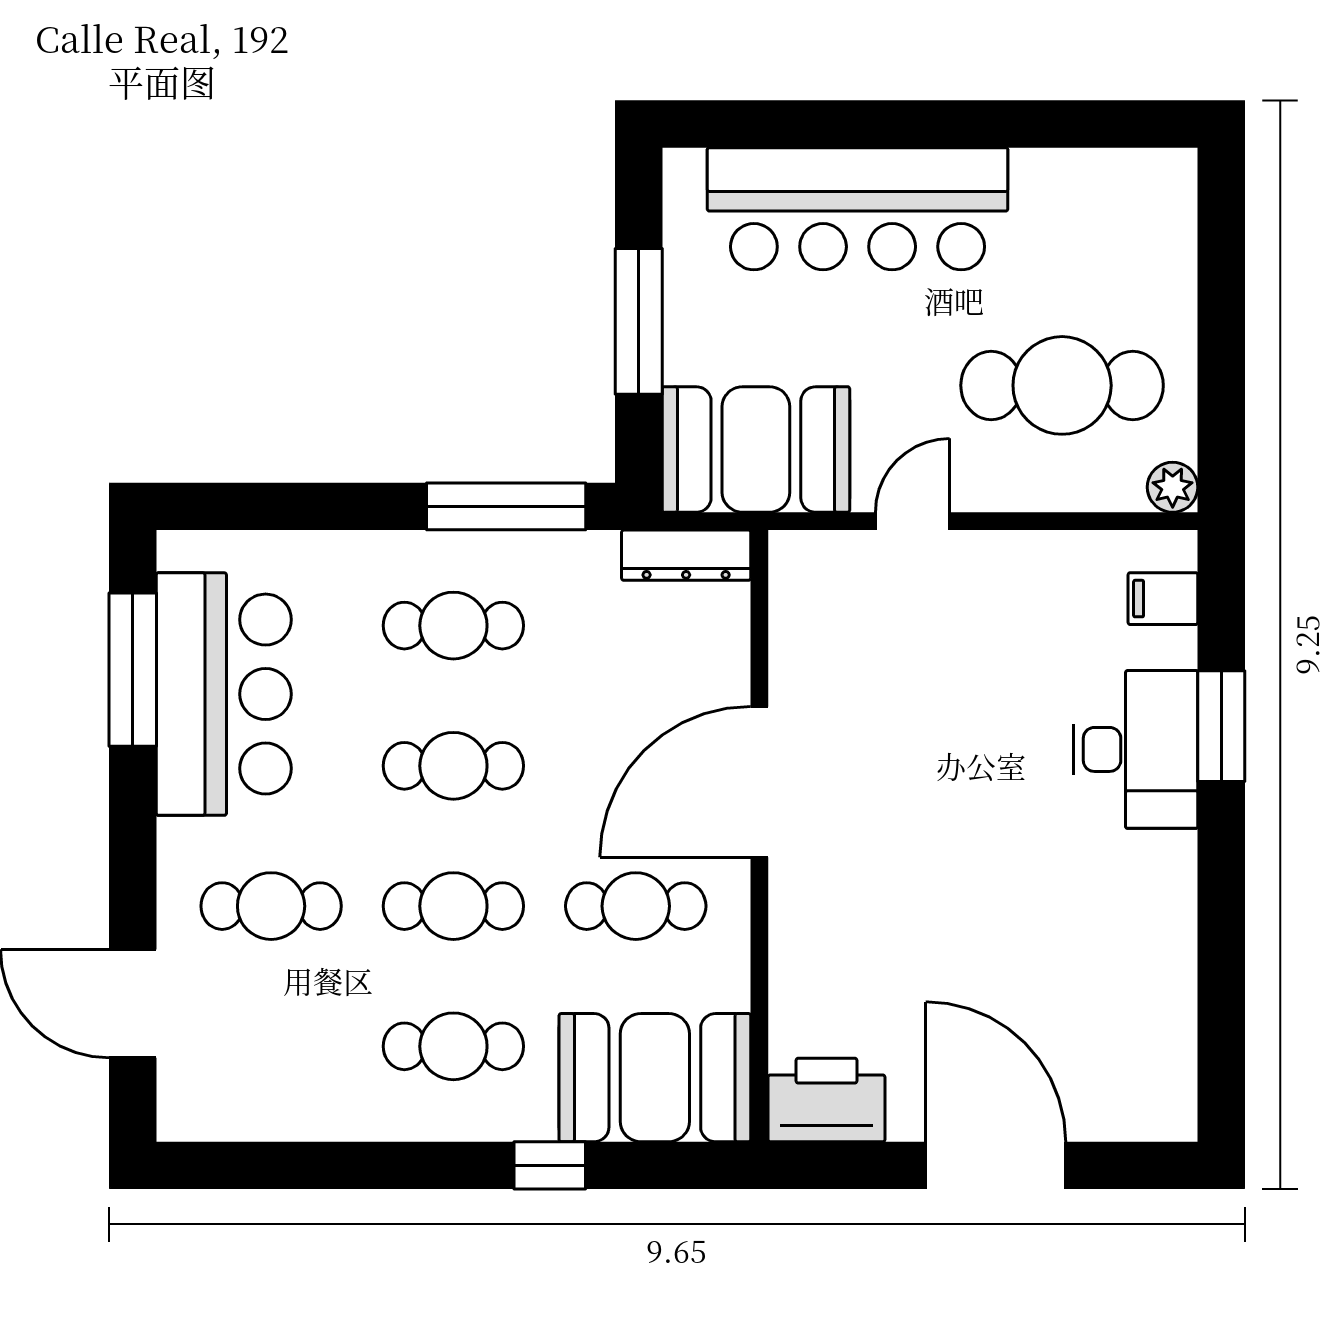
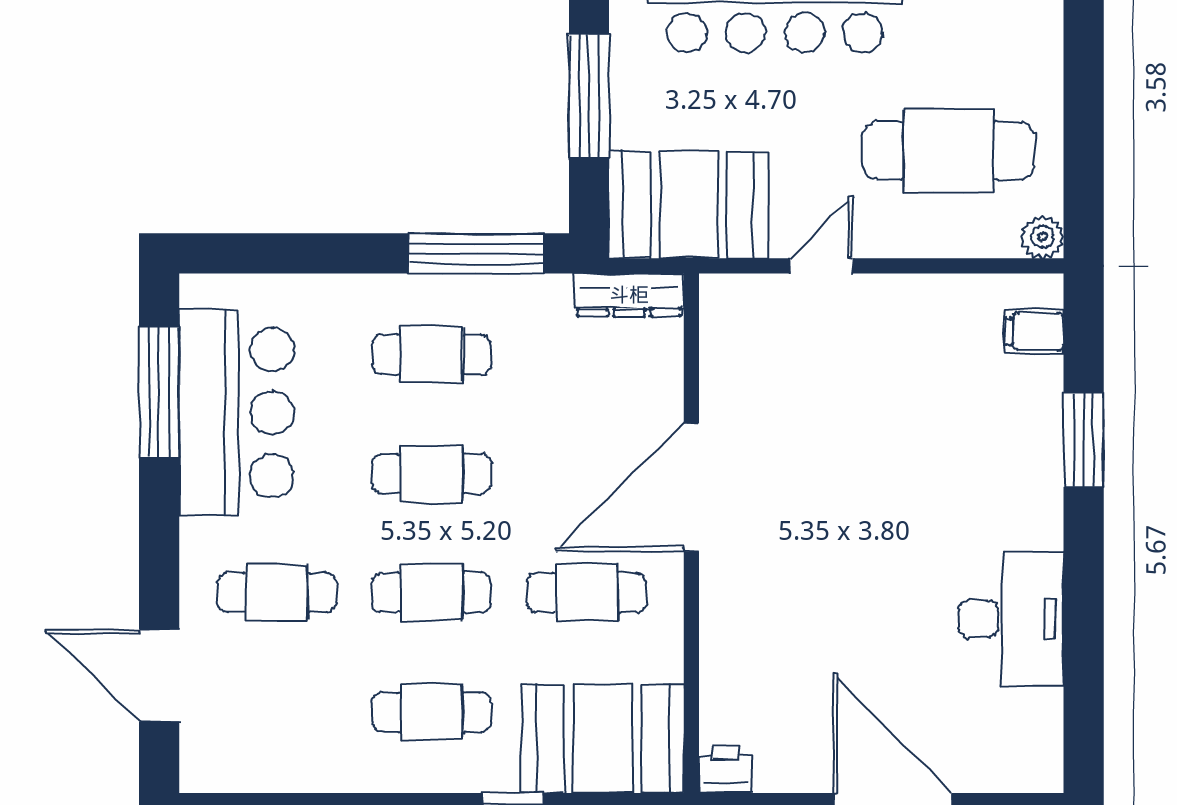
desk: (1136, 749) -> (1011, 619), moved
printer: (827, 1100) -> (725, 769), width x0.53, depth x0.68

